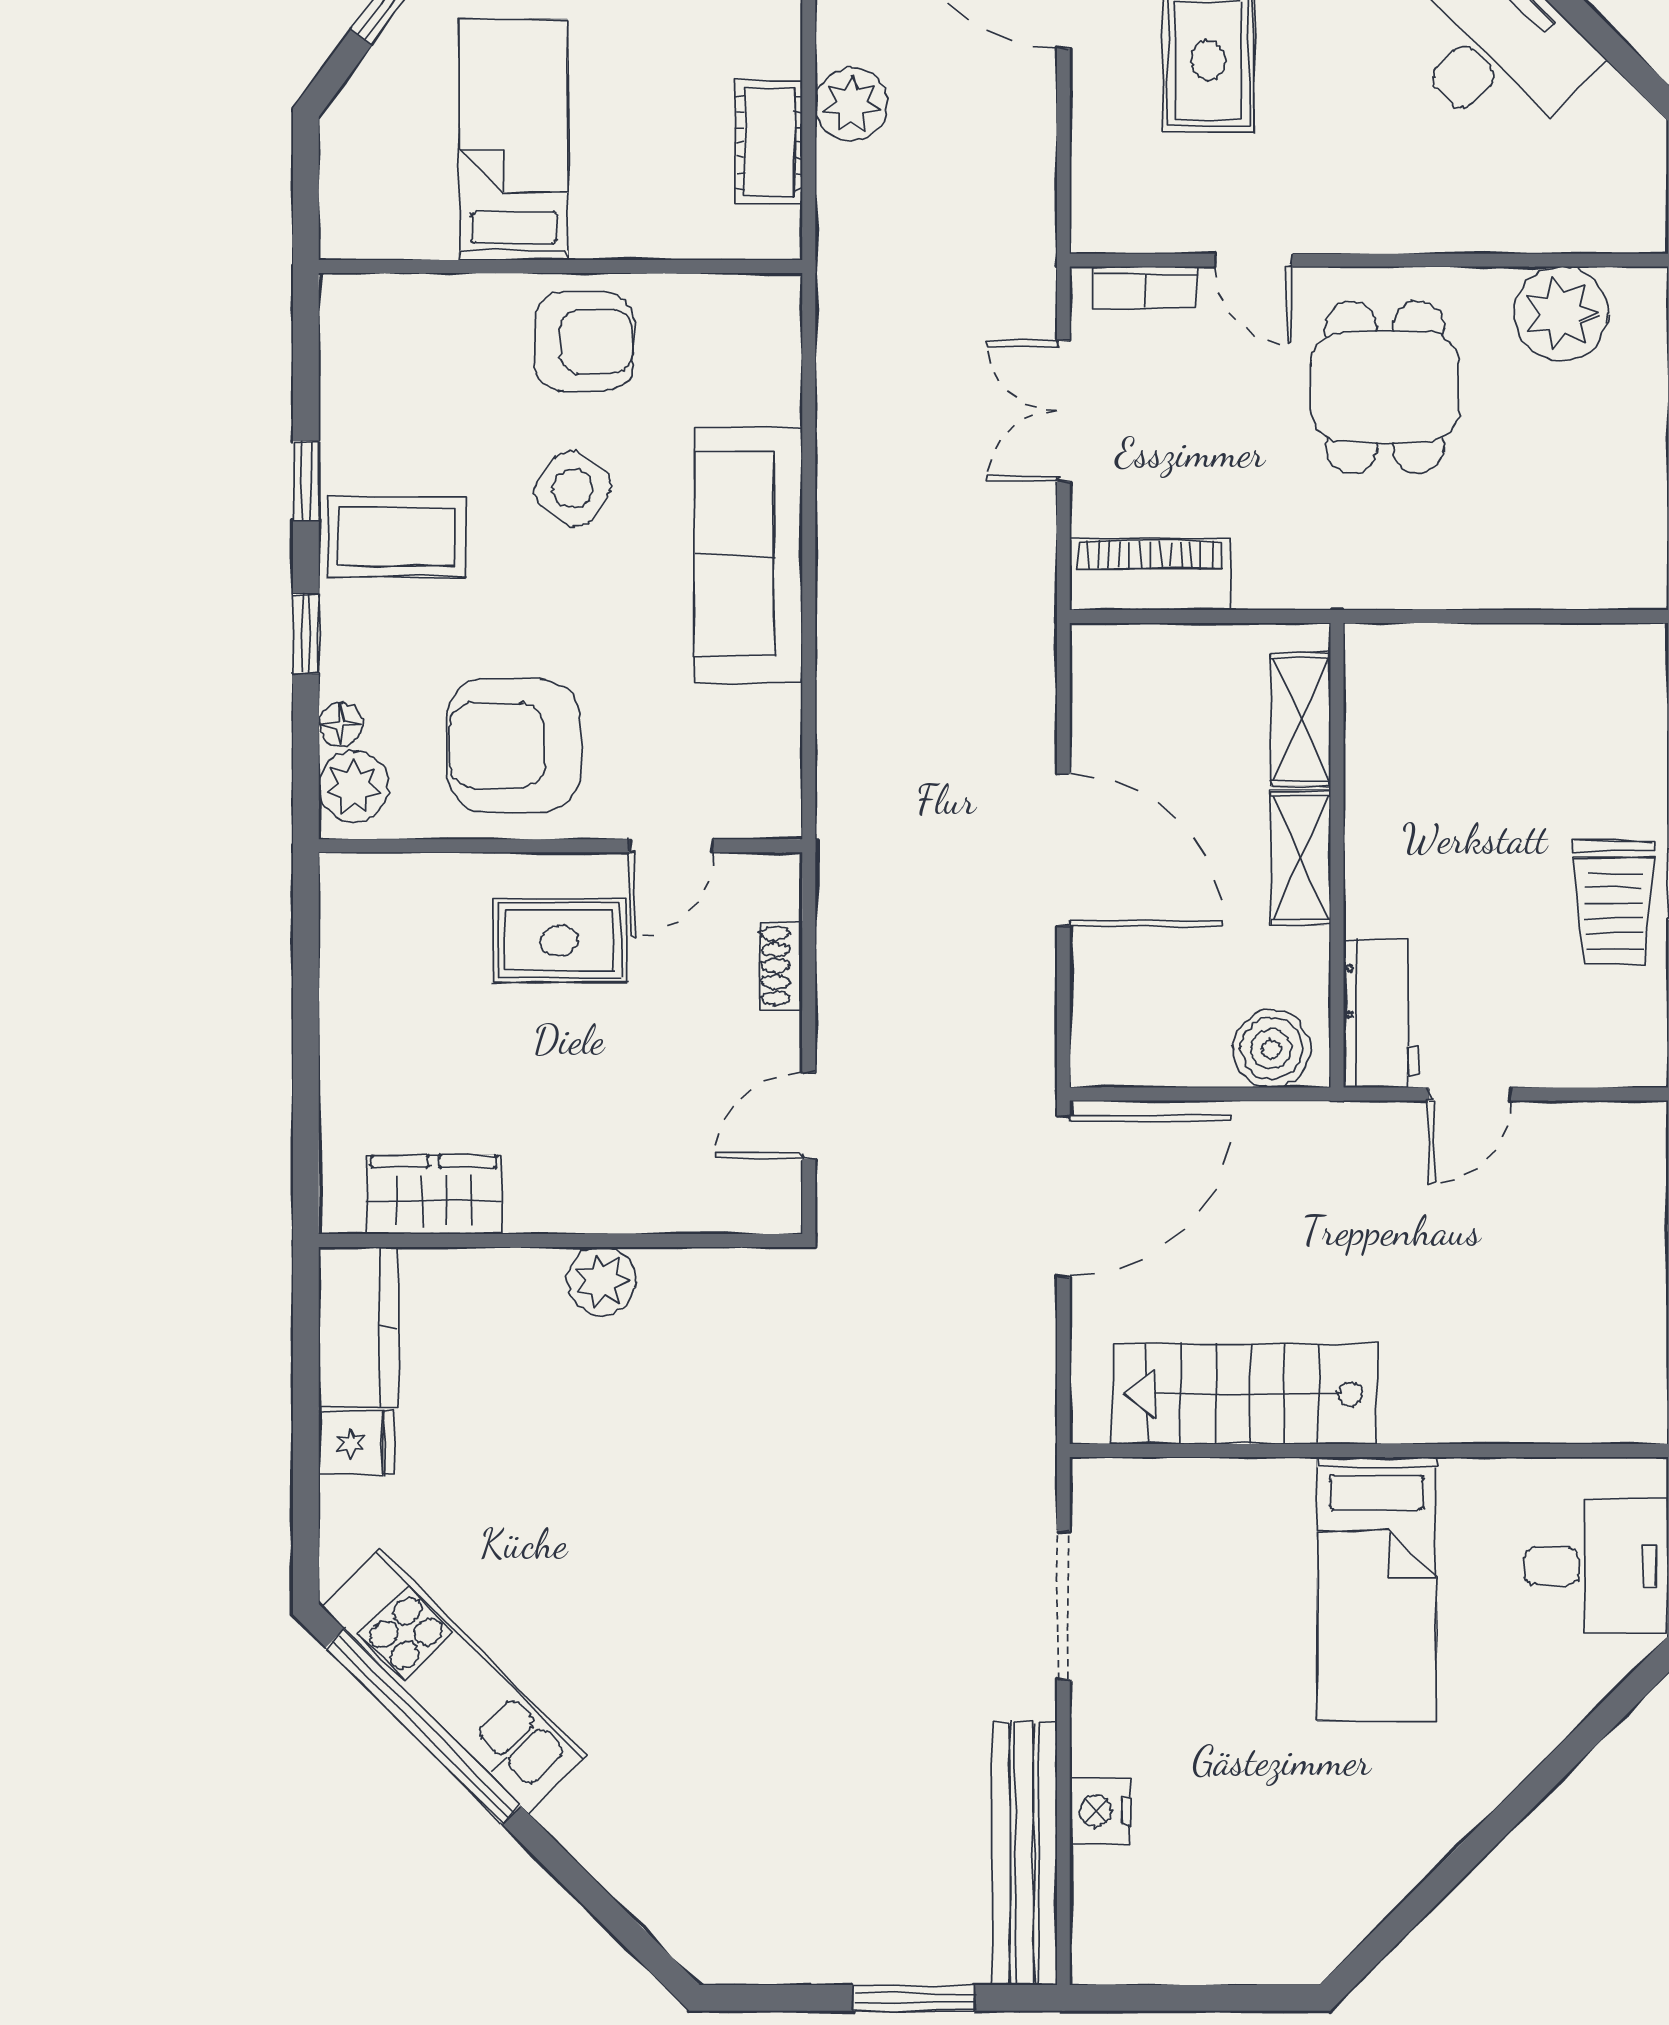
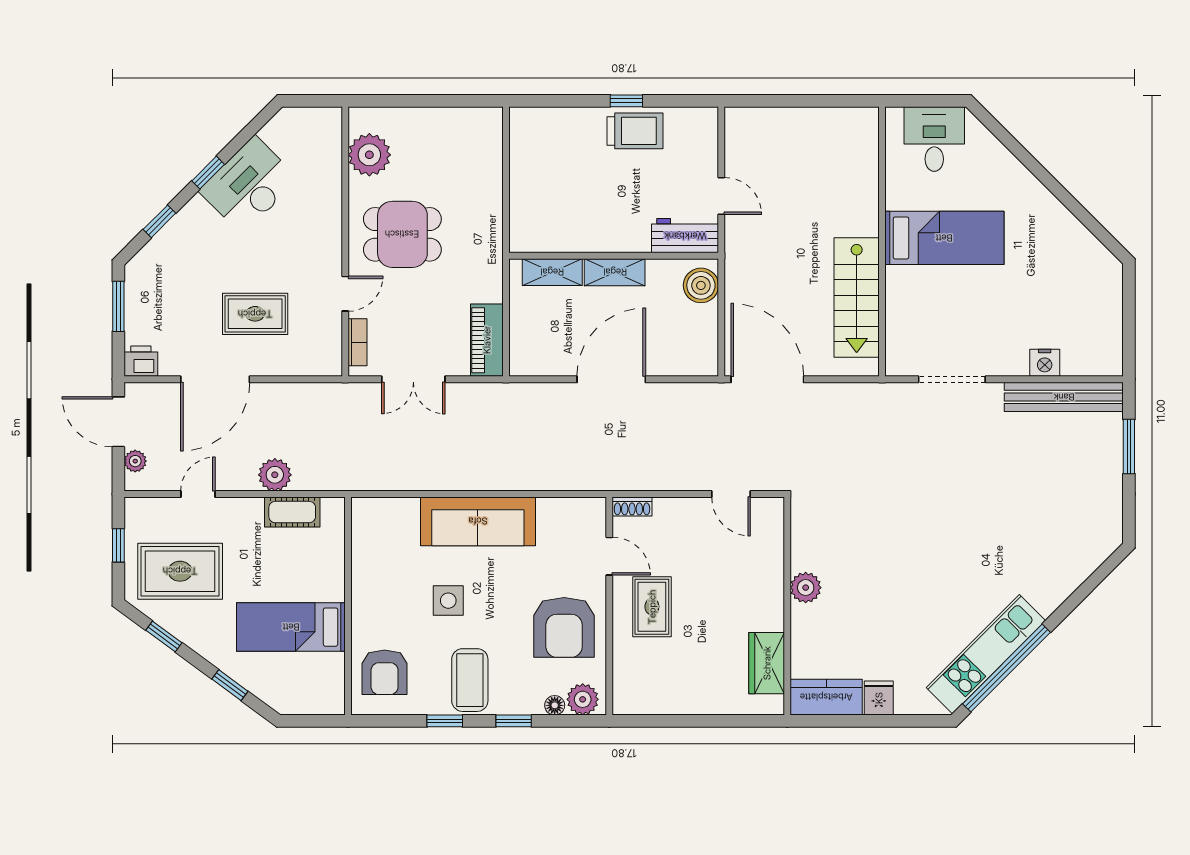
armchair: (584, 341) -> (385, 672), moved, turned 180
side table: (573, 489) -> (448, 601), turned -36
shoe rack: (781, 966) -> (632, 507), moved

